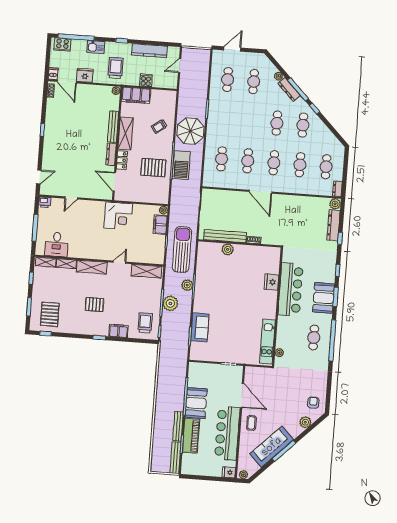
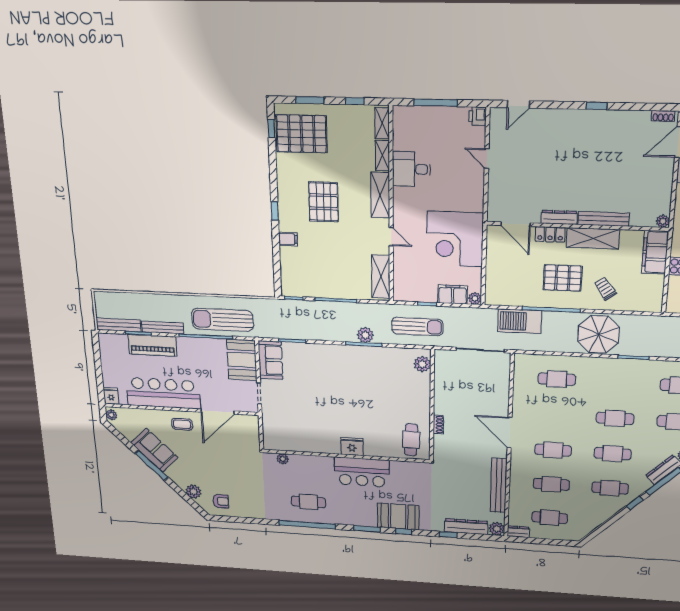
cafe table: (248, 161) -> (615, 418), moved
barbecue: (181, 165) -> (520, 321), moved
pallet: (153, 168) -> (563, 278), moved, turned 90
door: (39, 177) -> (518, 104), hinge flipped
door: (114, 182) -> (516, 224), swing flipped
door: (260, 192) -> (510, 433), hinge flipped
corner desk: (118, 216) -> (455, 239), width x1.36, depth x1.36
bench: (225, 236) -> (499, 485), moved
desk: (57, 244) -> (411, 169), moved
plant: (228, 249) -> (422, 364), moved
sun lounger: (182, 250) -> (417, 327), width x0.73, depth x0.75
cafe table: (265, 260) -> (411, 440), added
fridge: (271, 282) -> (352, 446), moved
bar counter: (291, 290) -> (362, 472), width x0.73
booth: (324, 298) -> (398, 516), moved
plant: (170, 303) -> (336, 312), removed
pallet: (95, 305) -> (323, 202), width x1.50, depth x1.42
pallet: (50, 314) -> (301, 134), width x1.37, depth x1.41
trolley: (145, 323) -> (304, 277), removed
sofa: (200, 327) -> (270, 360), moved, turned -90
filing cabinet: (119, 331) -> (288, 239), width x0.50
kitchen unit: (267, 342) -> (296, 444), removed
sun lounger: (174, 383) -> (222, 320), added
booth: (196, 403) -> (242, 360), moved, turned 90
sofa: (272, 447) -> (154, 450), width x0.73

